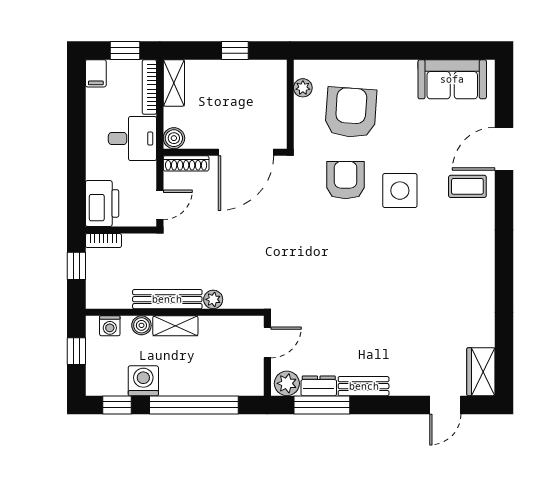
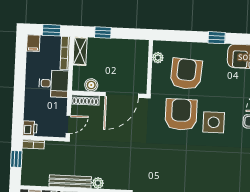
window: (235, 50) -> (103, 32), moved
window: (398, 50) -> (217, 38), added
boiler: (174, 138) -> (91, 85), moved
armchair: (346, 180) -> (181, 114), width x1.36, depth x1.36
printer: (102, 203) -> (30, 128), width x0.53, depth x0.68

